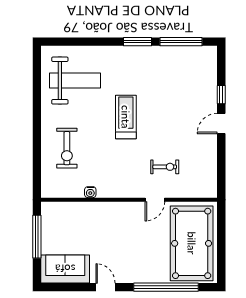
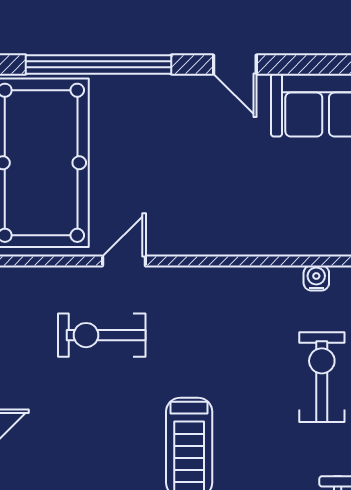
exercise bike: (165, 167) -> (102, 335), width x1.38, depth x1.39
water cooler: (90, 192) -> (316, 278), moved

